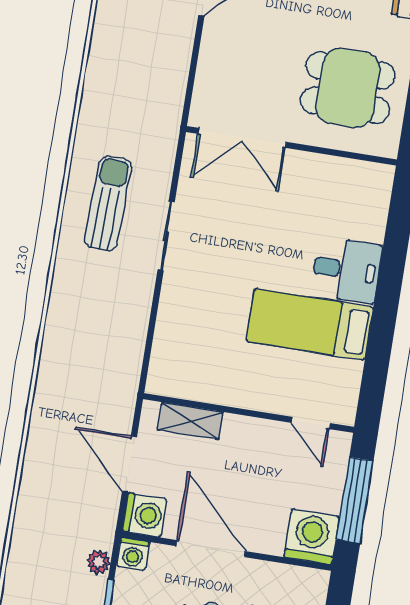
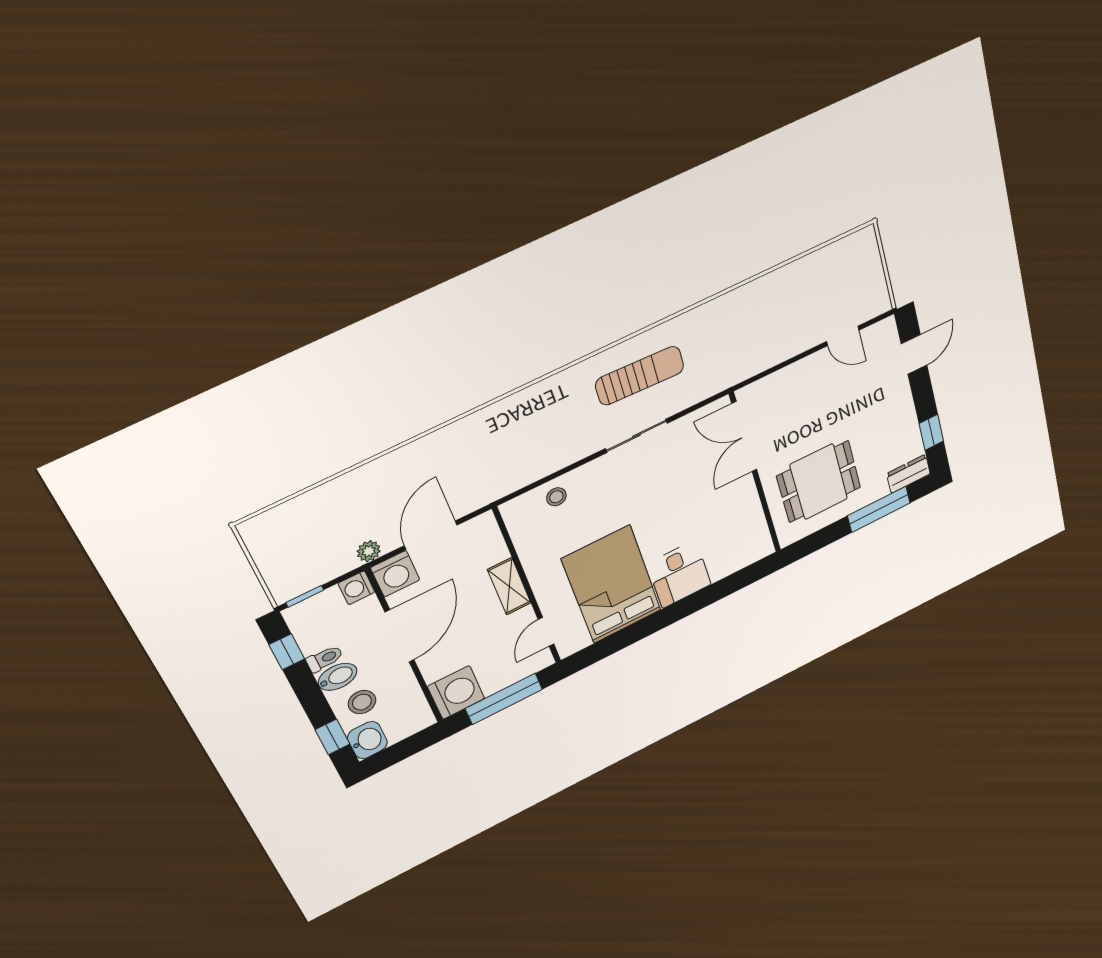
dining table: (348, 88) -> (819, 482), turned 90
bed: (310, 324) -> (612, 585), width x1.50
stool: (174, 338) -> (556, 497), added
shelving: (190, 421) -> (509, 586), moved
plant: (99, 562) -> (369, 551), moved

